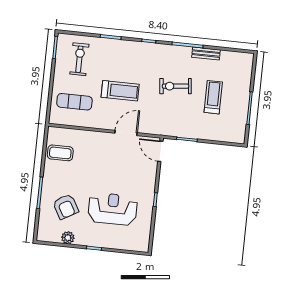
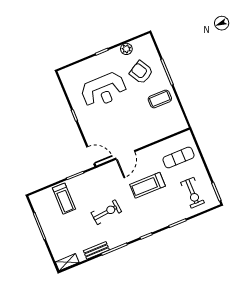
shelving: (241, 57) -> (67, 262), added
treadmill: (213, 97) -> (64, 199), moved
coffee table: (60, 153) -> (160, 99), moved

